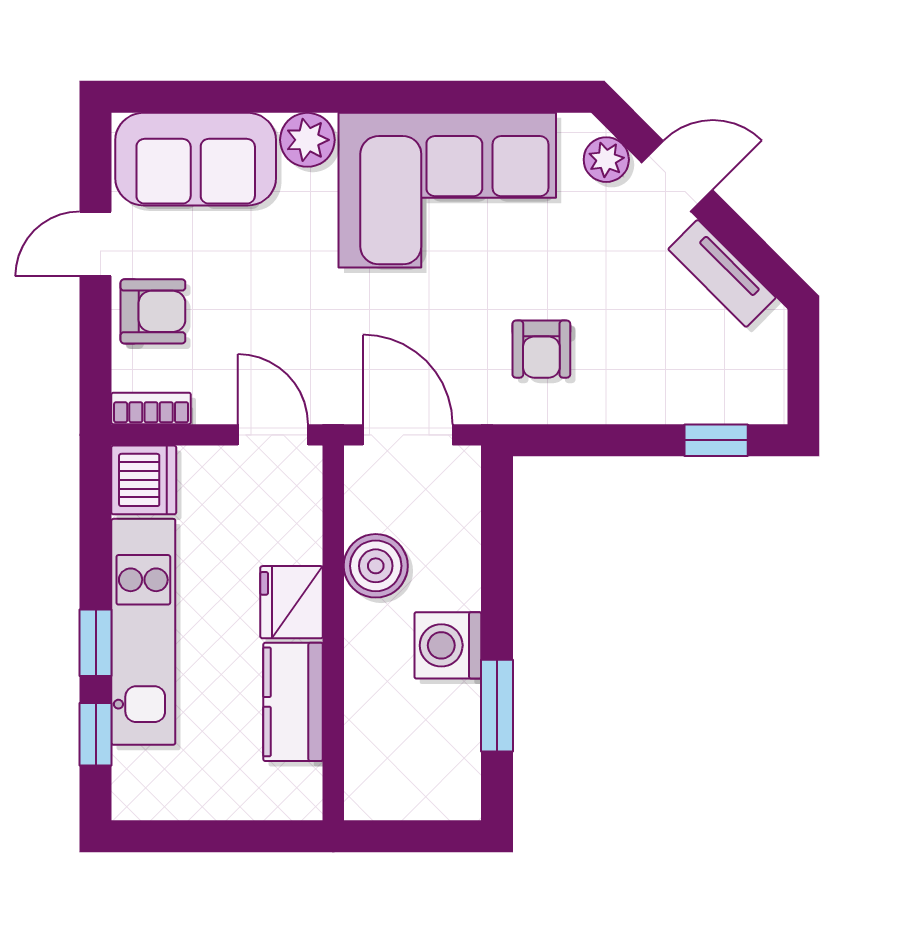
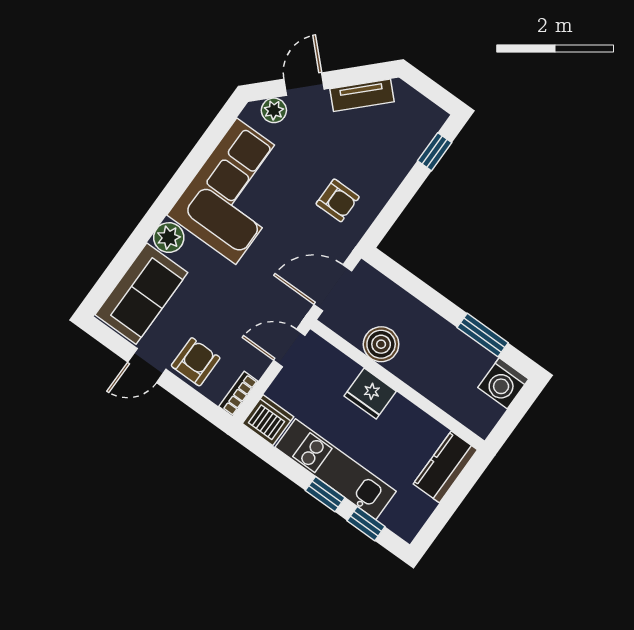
door: (96, 244) -> (147, 366), hinge flipped
washing machine: (448, 645) -> (503, 383), moved
kitchen counter: (293, 702) -> (445, 467), moved, turned 90

